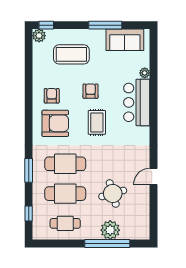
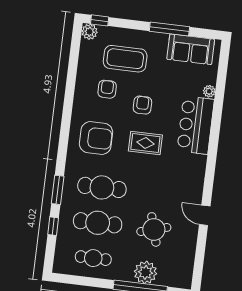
armchair: (52, 96) -> (107, 89), moved
rug: (97, 122) -> (145, 143), turned 90
door: (154, 177) -> (205, 215), hinge flipped
window: (29, 213) -> (53, 226), moved

